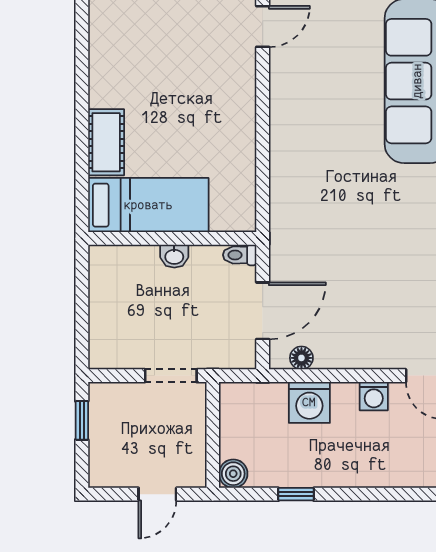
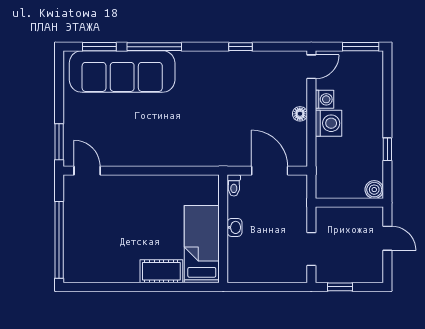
floor lamp: (301, 358) -> (300, 114), moved
doorway: (171, 376) -> (311, 249), moved
washing machine: (309, 402) -> (328, 123), moved

